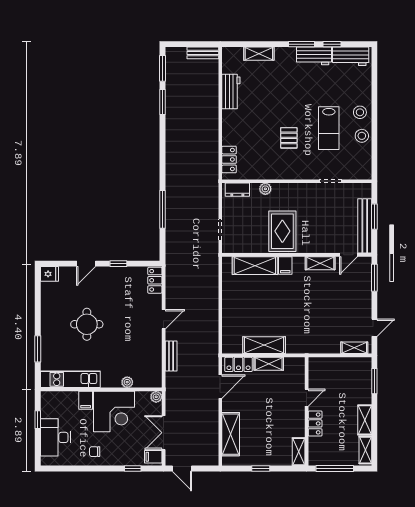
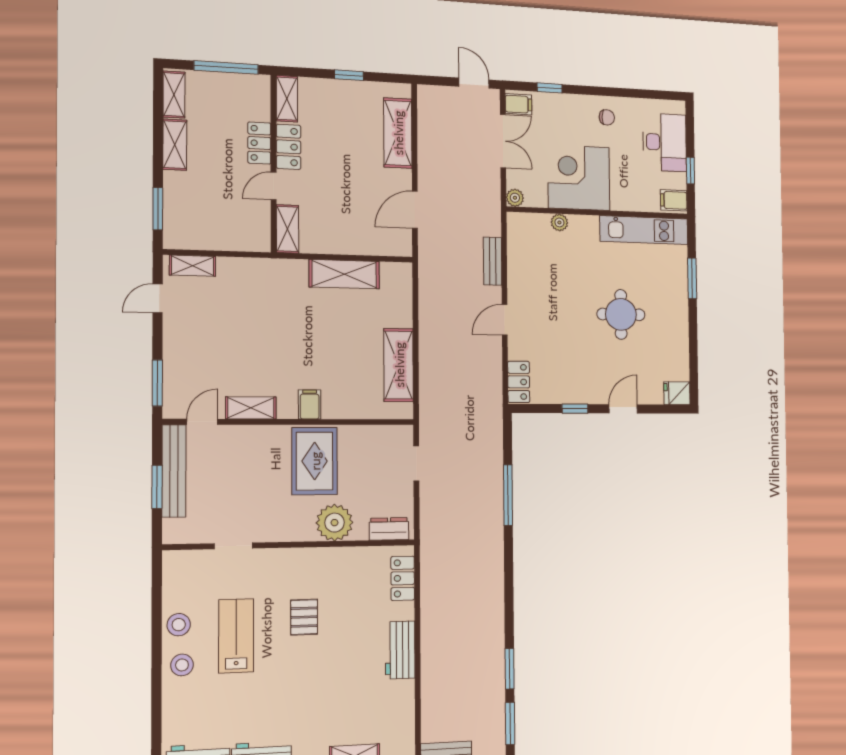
workbench: (231, 91) -> (400, 650), moved
plant: (265, 189) -> (335, 523), width x1.87, depth x1.87
shelving: (255, 266) -> (399, 365), moved, turned 90
locker: (239, 364) -> (289, 147), moved, turned 90
shelving: (269, 364) -> (287, 229), moved, turned 90
filing cabinet: (86, 400) -> (674, 200), moved, turned -90

